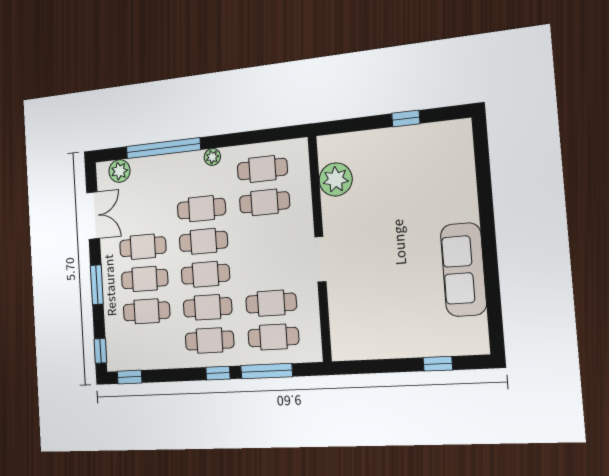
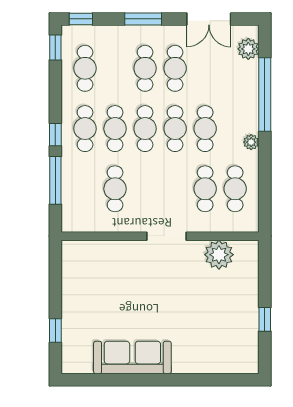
doorway: (320, 259) -> (166, 236), moved
cafe table: (147, 311) -> (85, 68), moved
cafe table: (273, 337) -> (85, 189), removed

